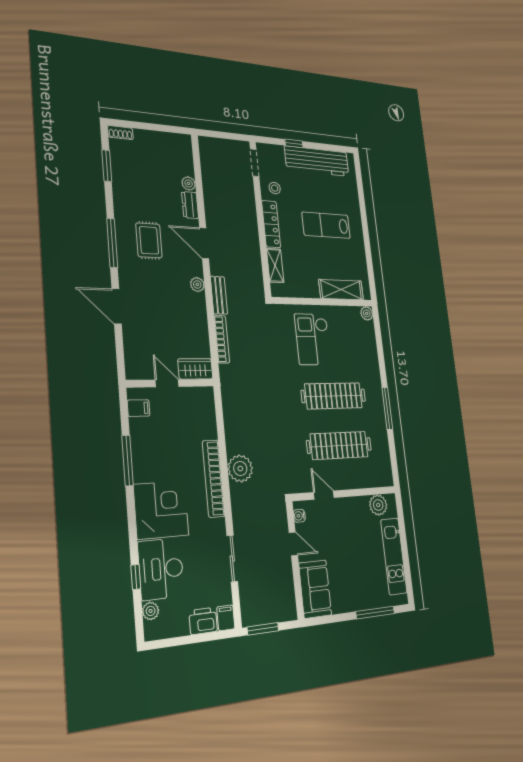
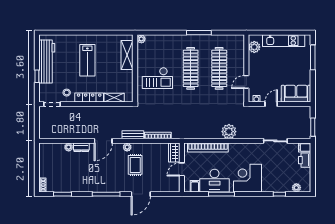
rug: (149, 240) -> (135, 165), moved, turned 90
bookcase: (214, 478) -> (208, 148), moved
desk: (161, 569) -> (215, 181), moved

